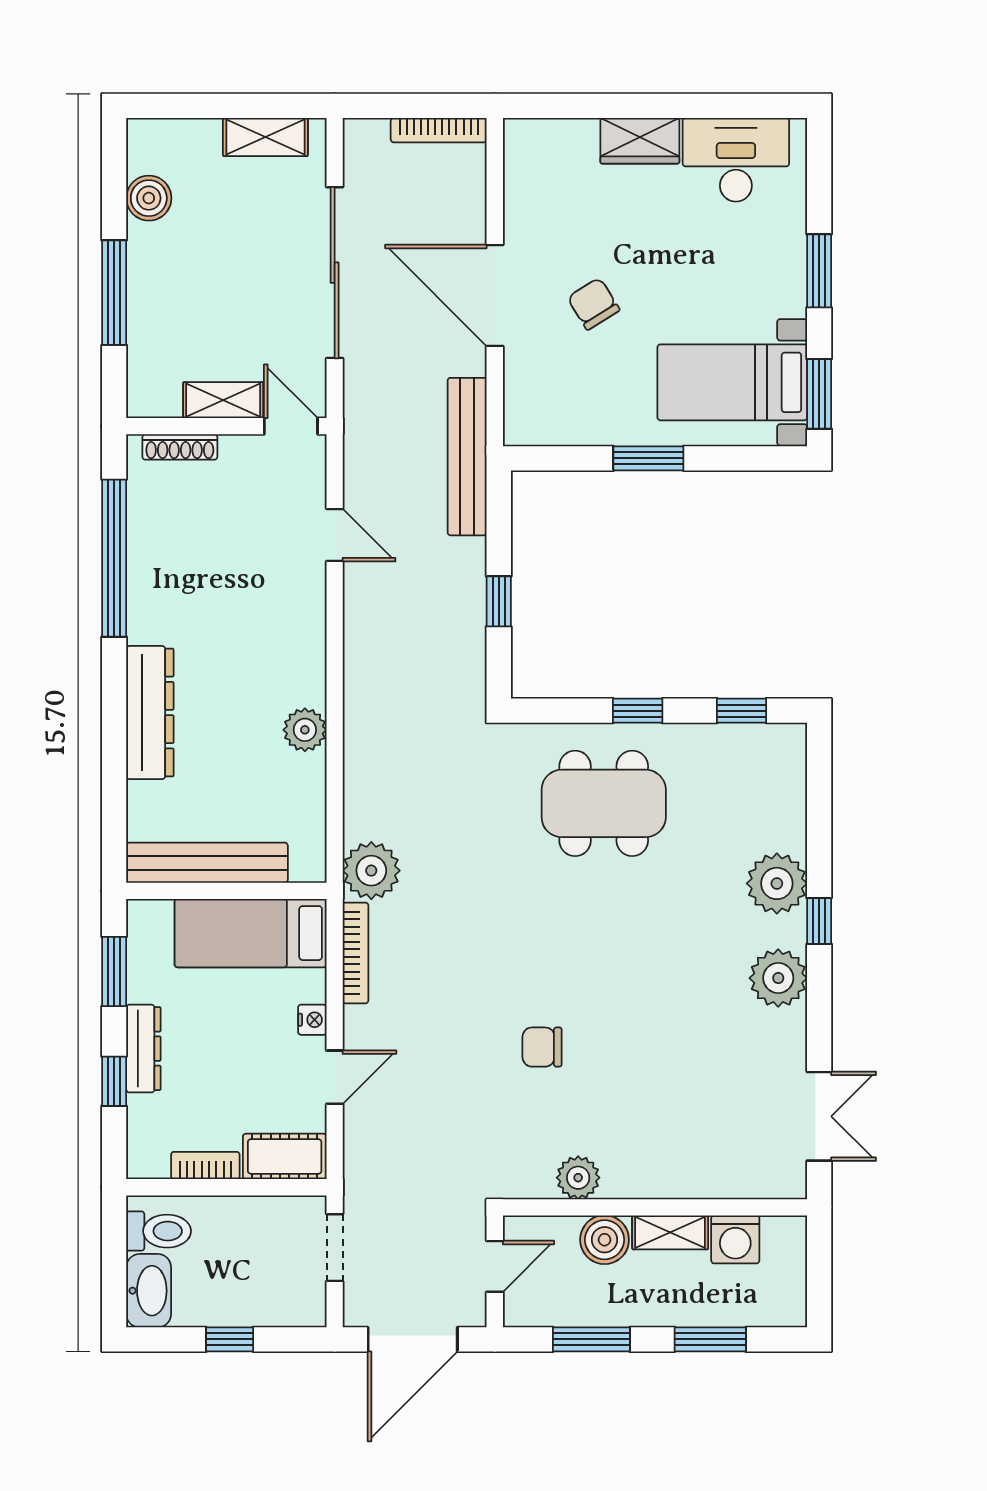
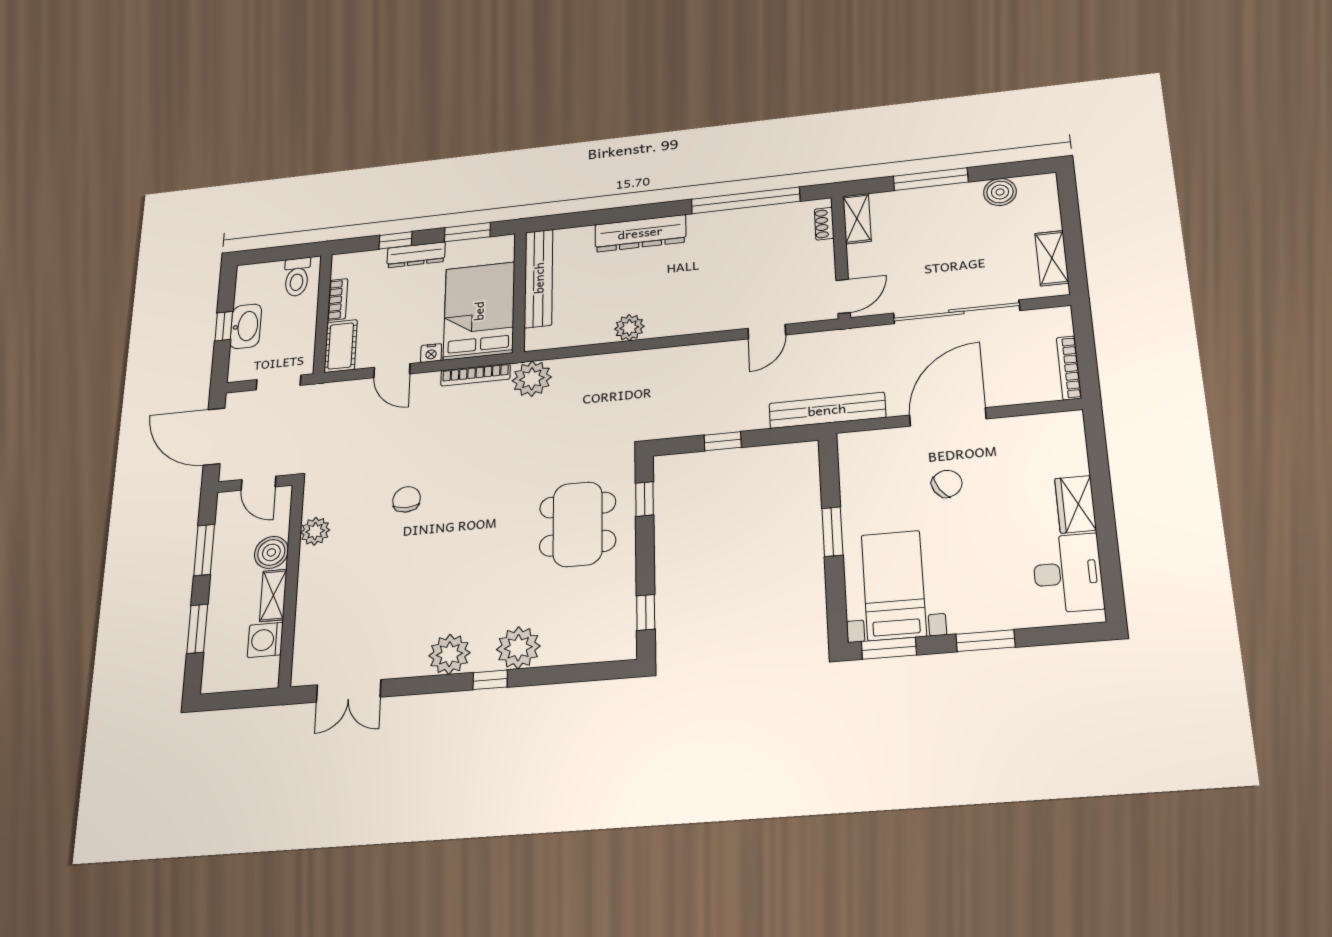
shelving: (223, 400) -> (857, 219), moved
shoe rack: (180, 447) -> (824, 224), width x0.70
window: (638, 711) -> (645, 499), moved
bed: (251, 933) -> (479, 311), width x1.50
washbasin: (149, 1291) -> (246, 326), moved, turned -90

